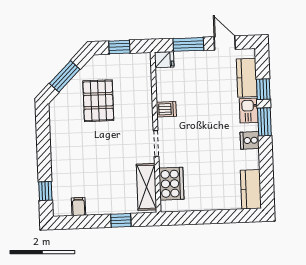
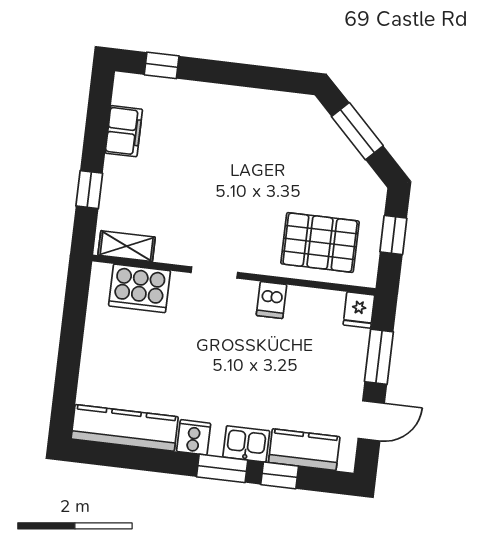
pallet: (98, 101) -> (320, 242), moved
shelving: (146, 187) -> (127, 246), width x0.67, depth x0.75
kitchen counter: (251, 189) -> (125, 428), width x1.50
filing cabinet: (79, 207) -> (124, 131), width x2.00

